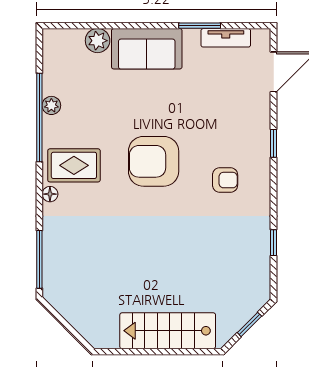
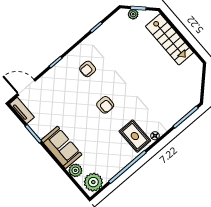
tv unit: (226, 38) -> (22, 110), moved
plant: (51, 105) -> (93, 182), moved, width x1.88, depth x1.88
armchair: (154, 161) -> (105, 105), width x0.53, depth x0.53
armchair: (225, 180) -> (88, 69), turned -90
plant: (247, 310) -> (133, 14), added

